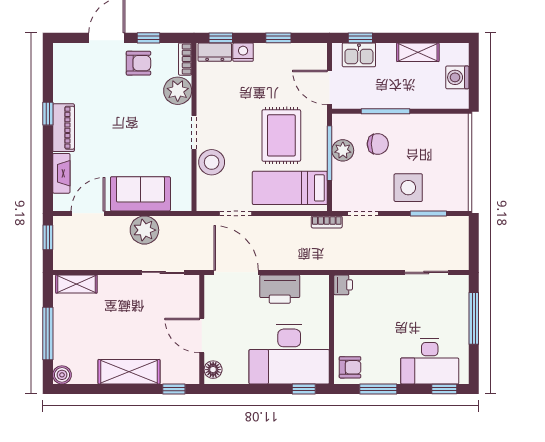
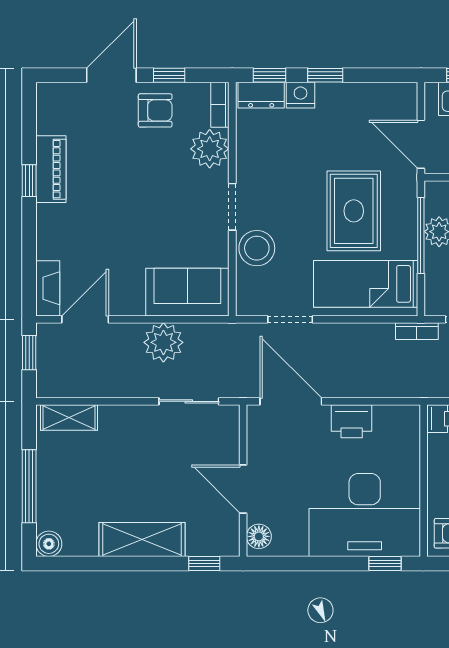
window: (278, 38) -> (325, 75), moved
piano: (64, 128) -> (51, 169), moved
fireplace: (61, 173) -> (48, 288), moved
sofa: (140, 194) -> (187, 292), moved
printer: (280, 289) -> (352, 421), width x0.73, depth x0.84

